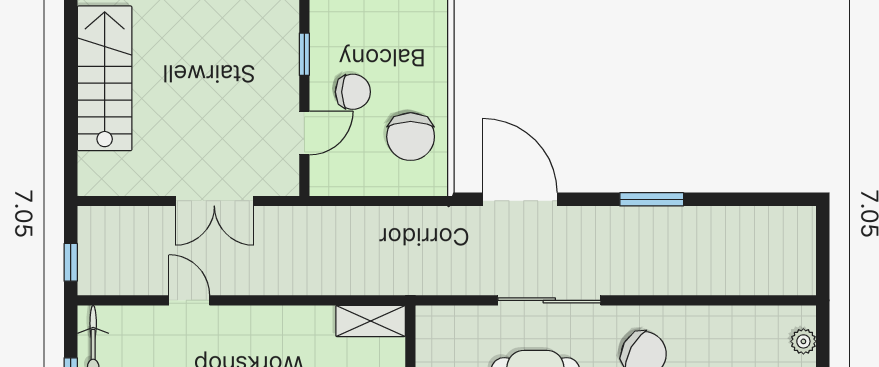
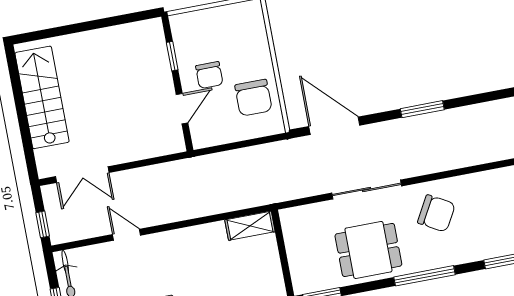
chair: (353, 92) -> (209, 75), turned 90
double door: (214, 201) -> (82, 175), moved

